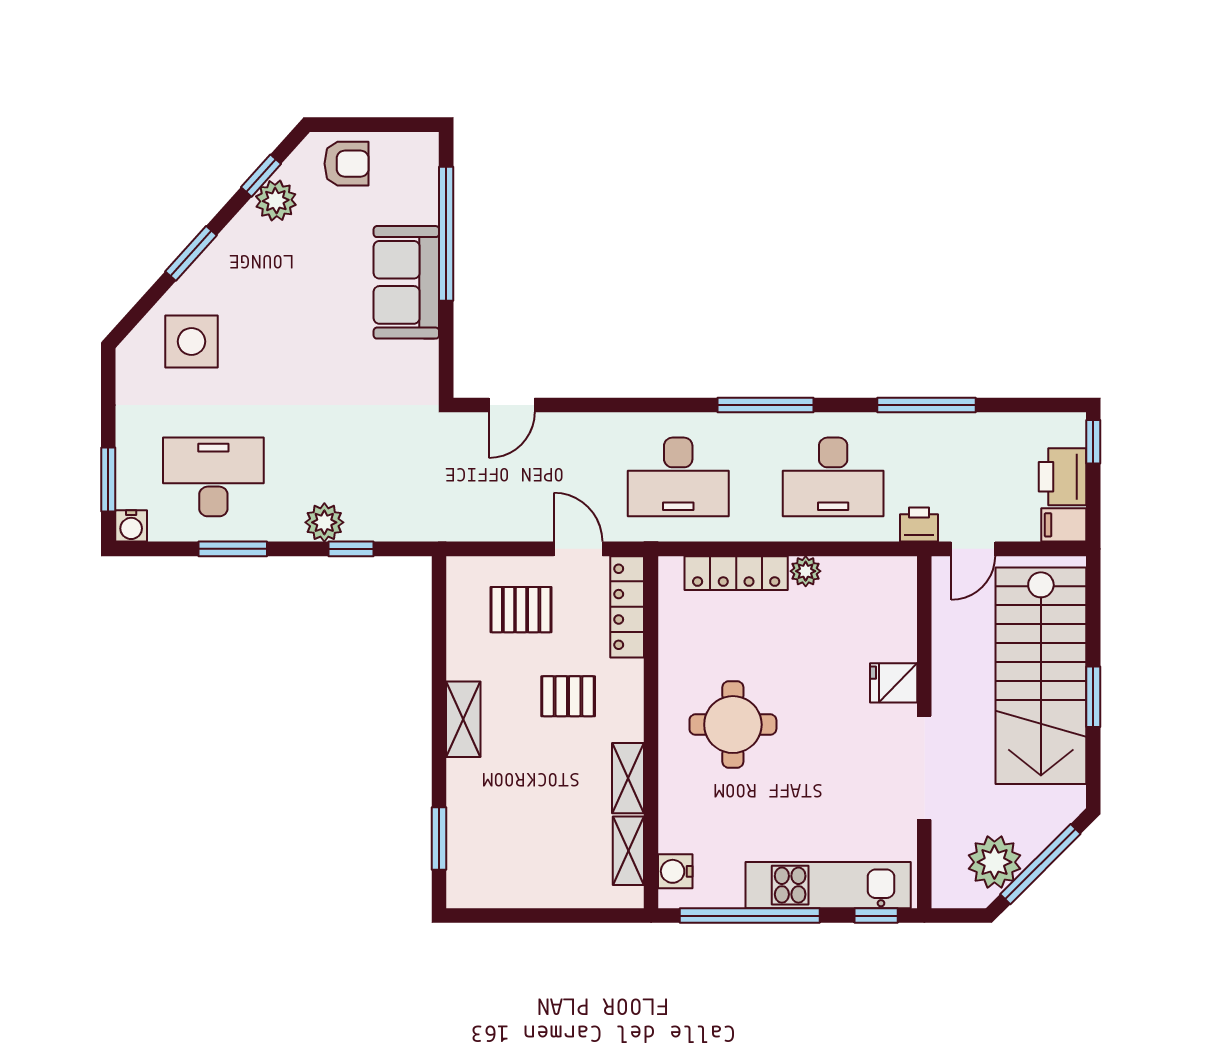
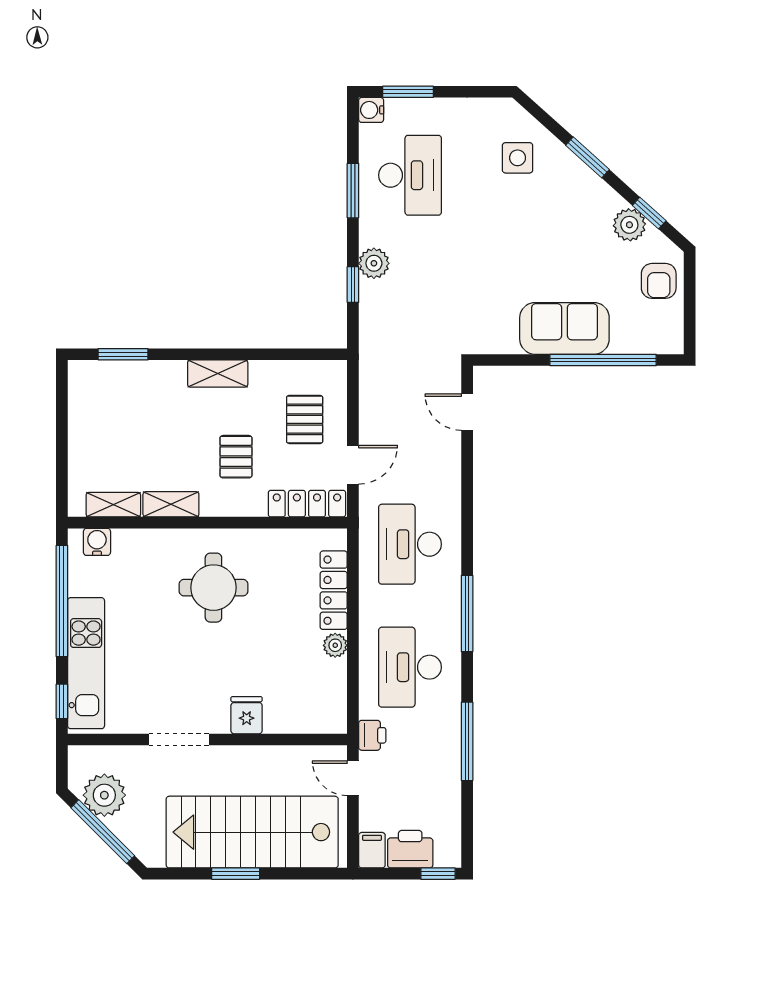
side table: (191, 341) -> (518, 158), width x0.73, depth x0.73
doorway: (924, 768) -> (179, 740), width x0.73

